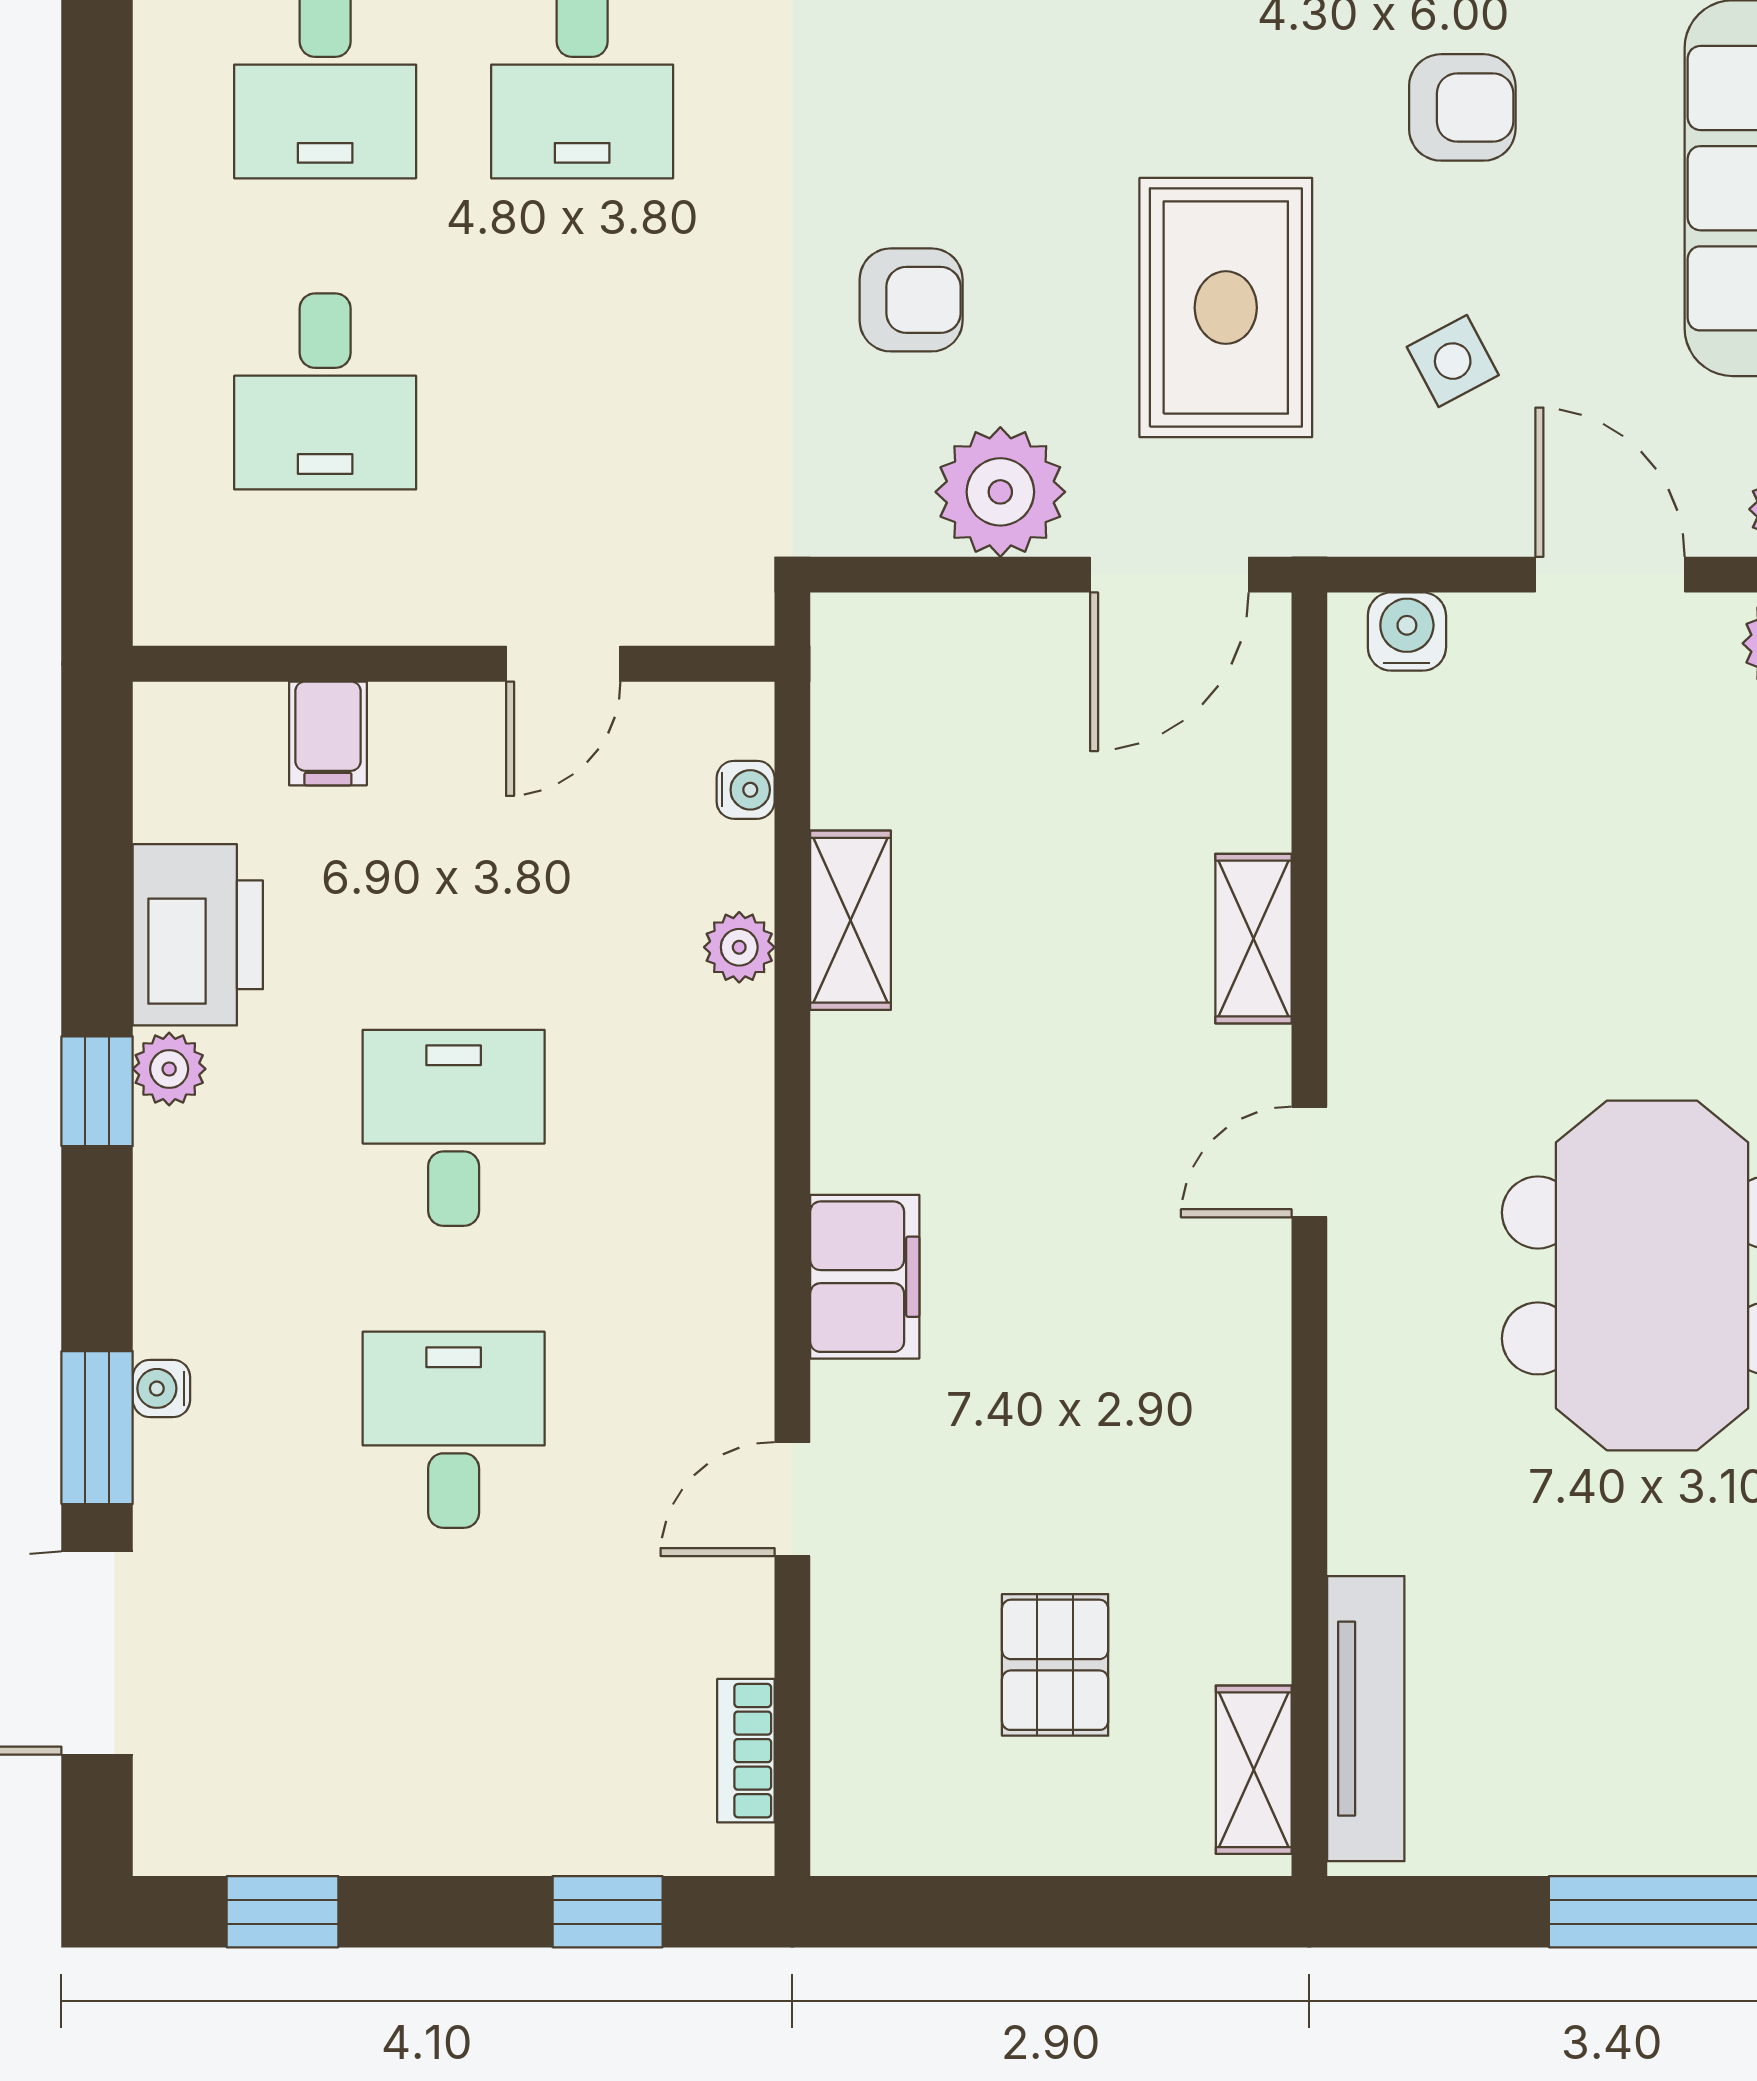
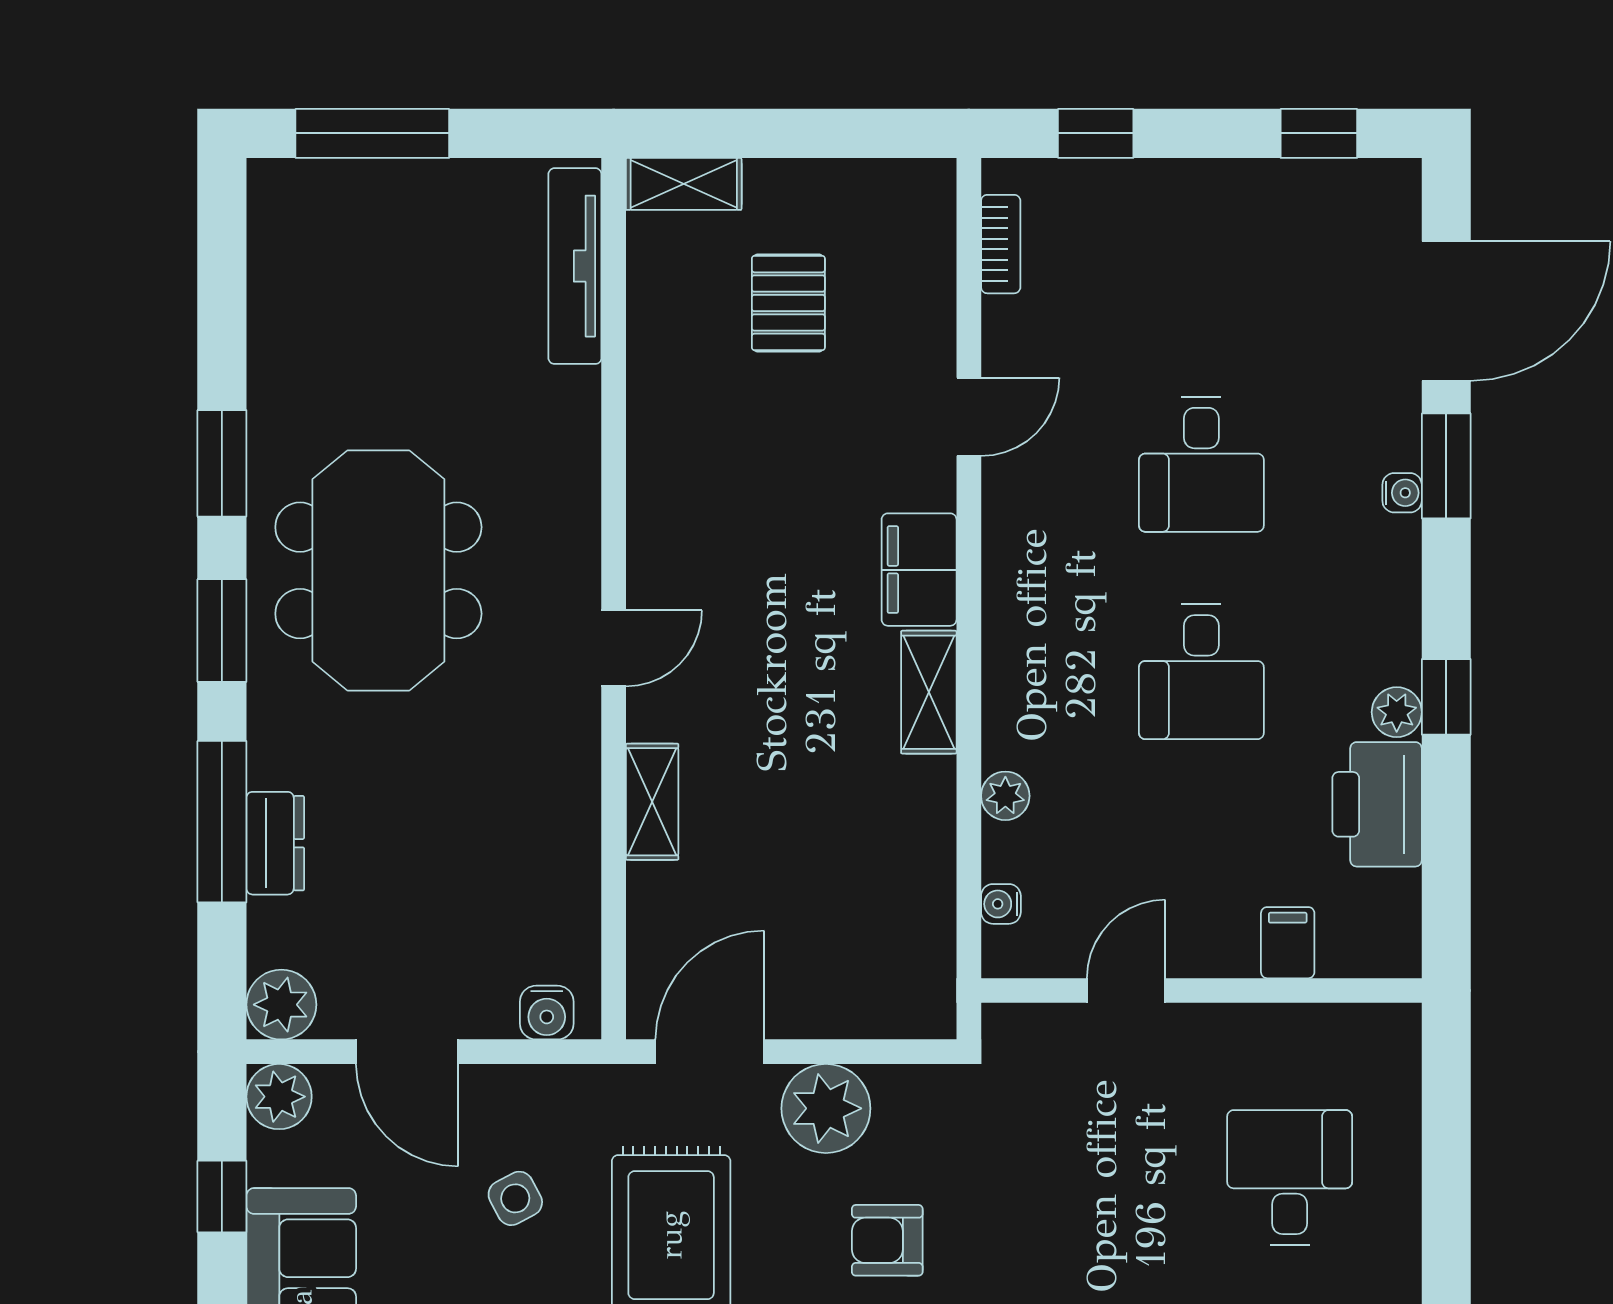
shelving: (851, 920) -> (929, 692), moved
shelving: (1254, 1770) -> (684, 184), moved, turned 90

